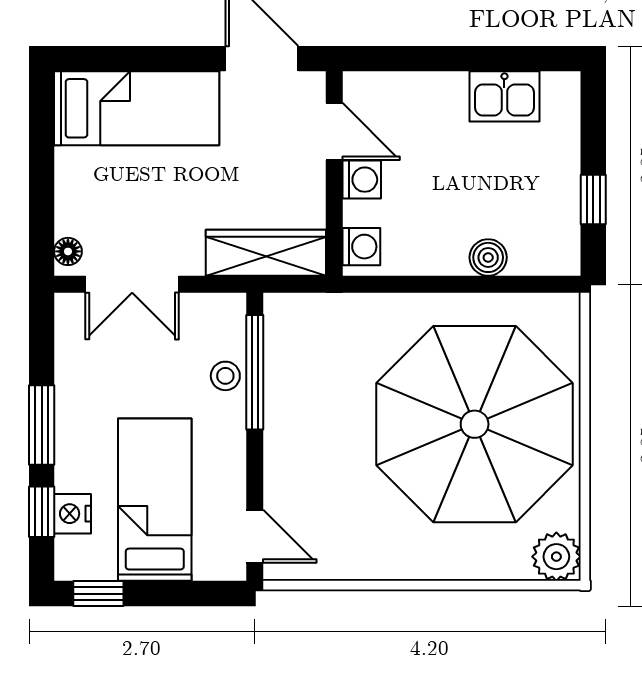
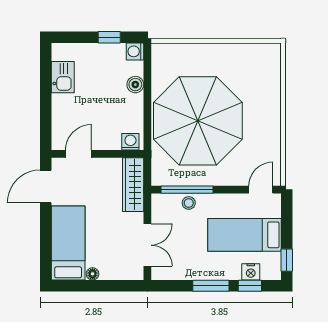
washing machine: (362, 180) -> (135, 51), moved, turned -90
floor lamp: (68, 251) -> (93, 274), moved
parasol: (475, 424) -> (198, 121), moved
plant: (556, 557) -> (270, 54), removed

